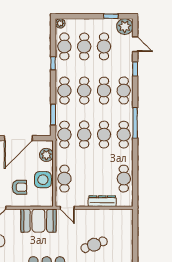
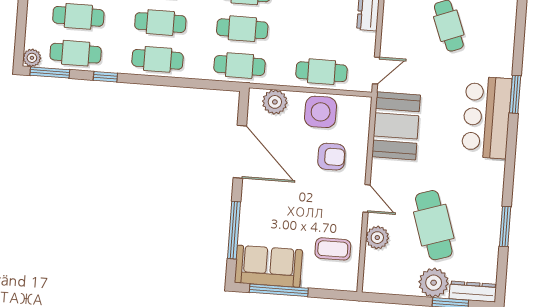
window: (53, 115) -> (50, 73), moved
armchair: (19, 187) -> (331, 157), turned 90

